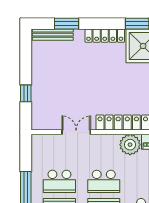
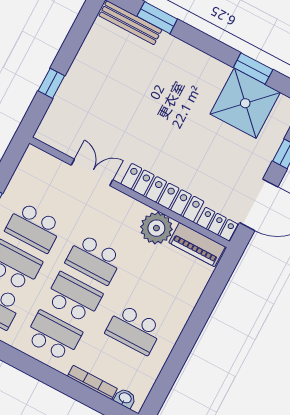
locker: (105, 36) -> (200, 62), removed

